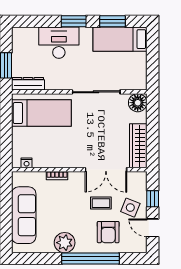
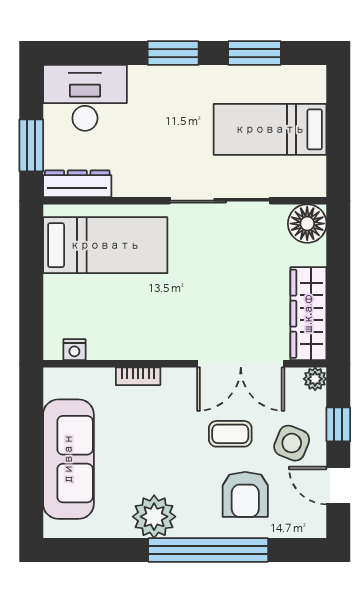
bed: (120, 39) -> (270, 129), moved
desk: (59, 43) -> (85, 98), moved
plant: (141, 177) -> (315, 379), added

